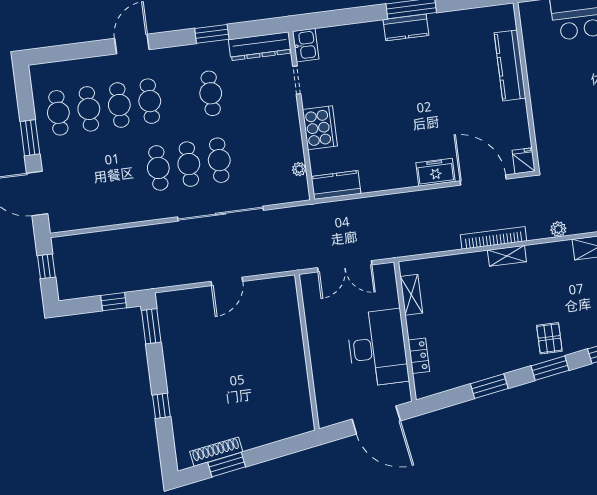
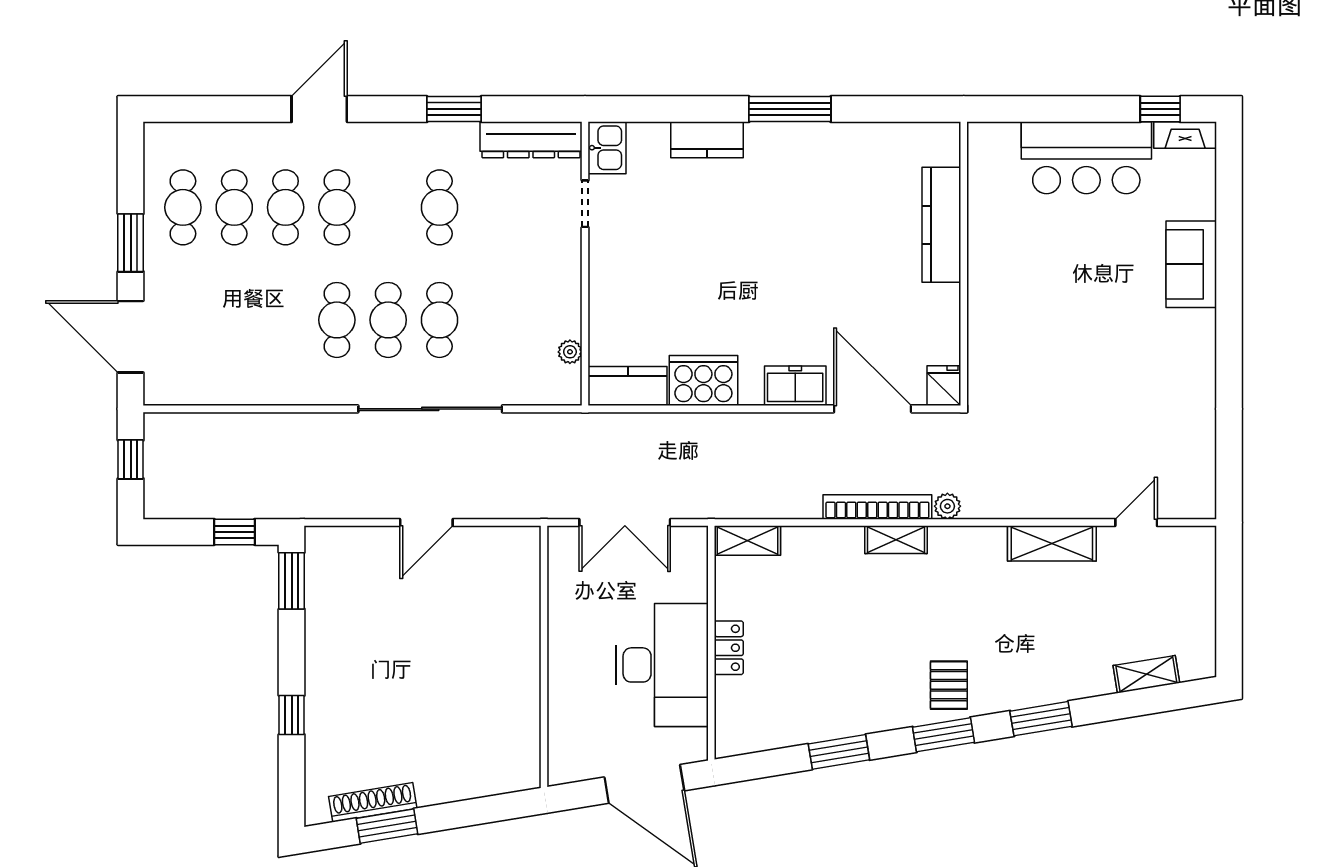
kitchen counter: (406, 27) -> (707, 140), moved
cooker: (320, 128) -> (703, 381), moved, turned -90
plant: (558, 229) -> (947, 506), moved
shelving: (411, 295) -> (747, 540), moved, turned 90
locker: (419, 356) -> (729, 648), moved

